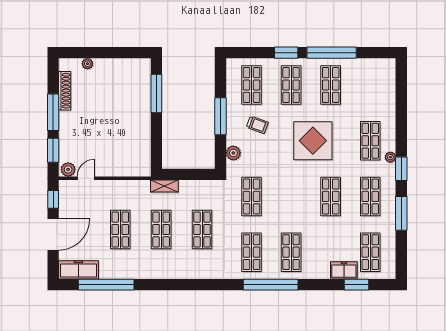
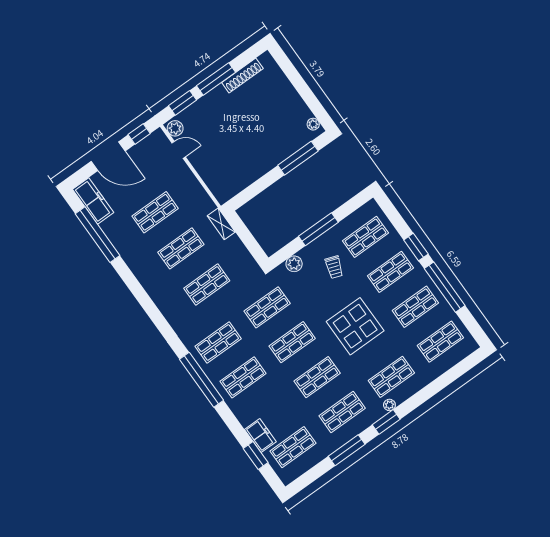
plant: (87, 64) -> (313, 124), moved
shop shelf: (370, 85) -> (440, 342), added
shop shelf: (291, 196) -> (292, 342), added

